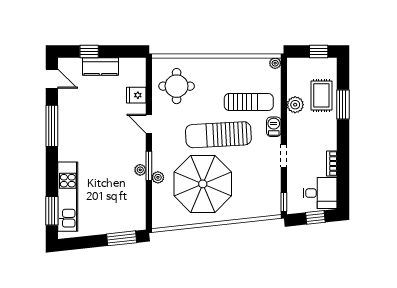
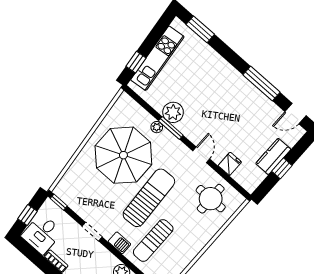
window: (89, 51) -> (282, 168), moved
door: (149, 124) -> (201, 155), hinge flipped
plant: (140, 170) -> (173, 112), width x1.88, depth x1.88
kitchen unit: (68, 197) -> (157, 58), moved, turned -96
window: (122, 238) -> (136, 62), width x0.67

